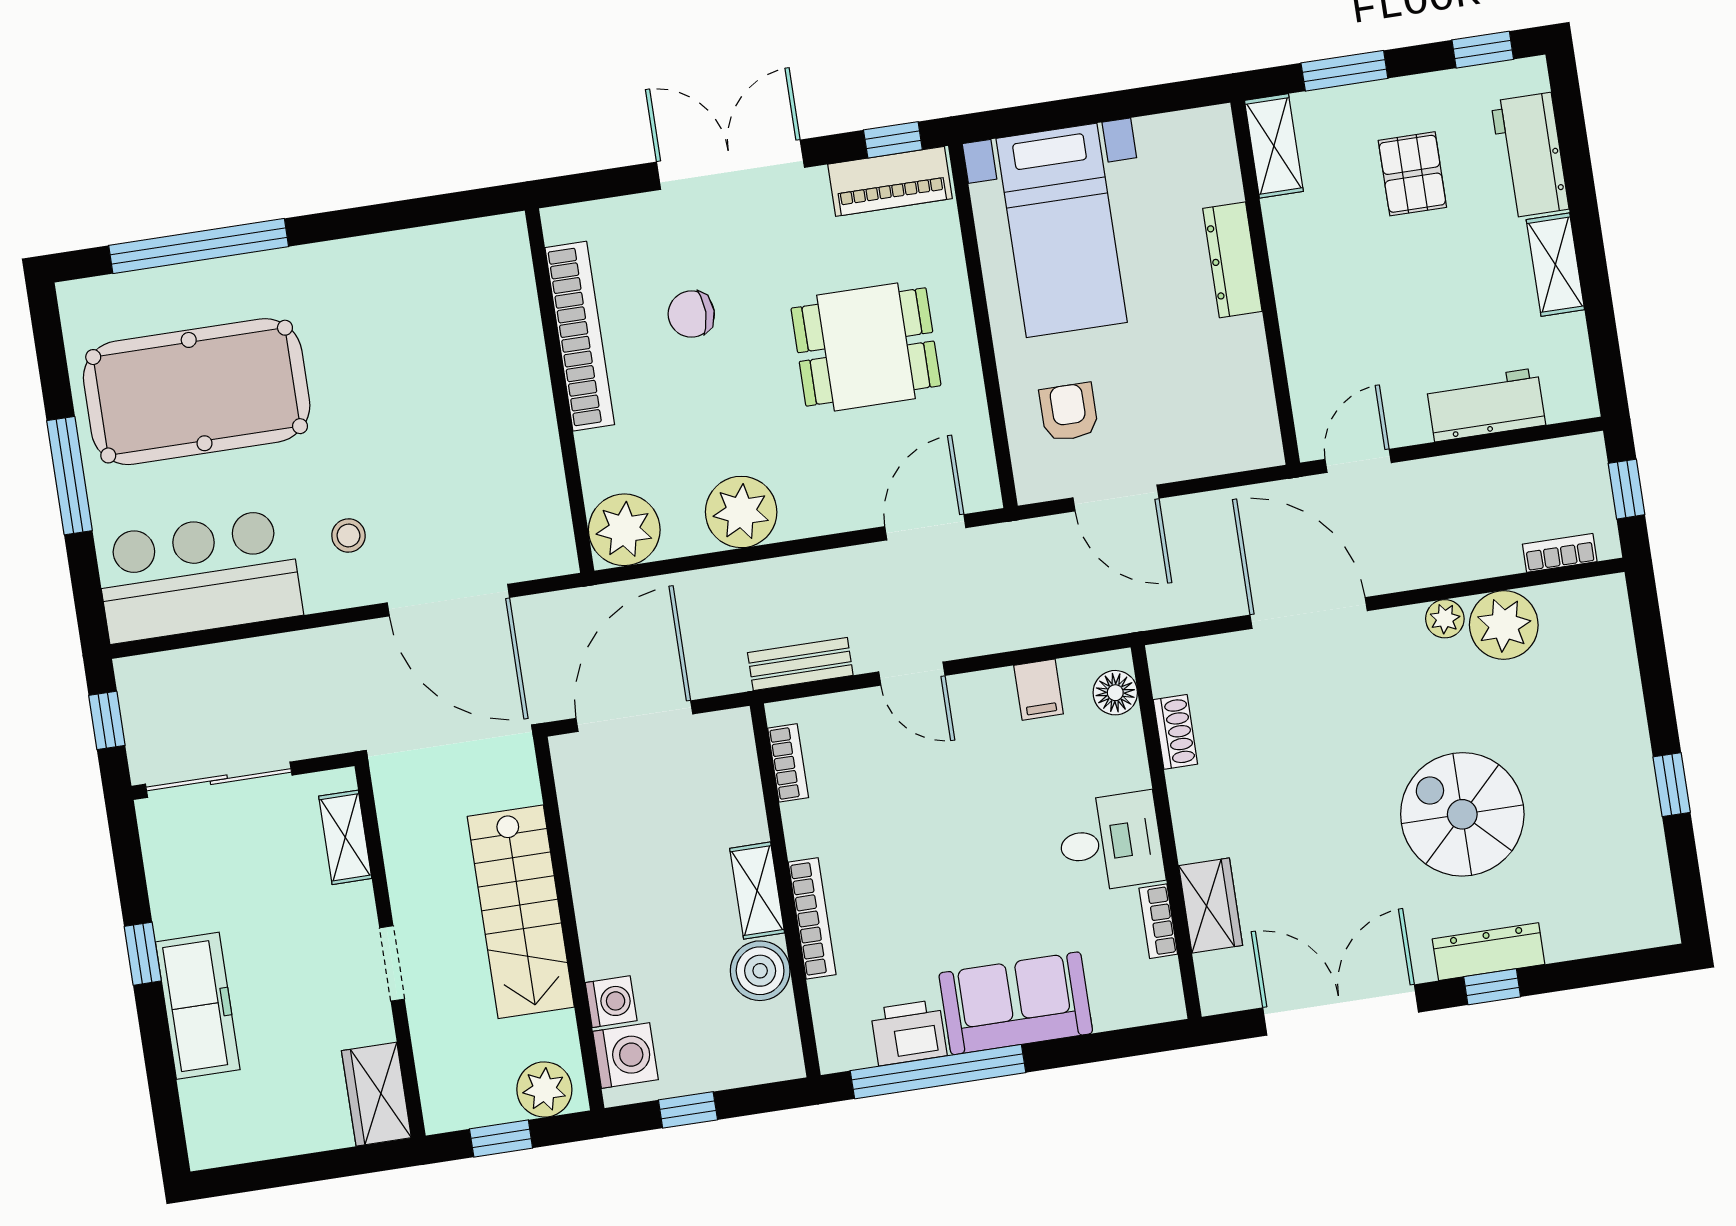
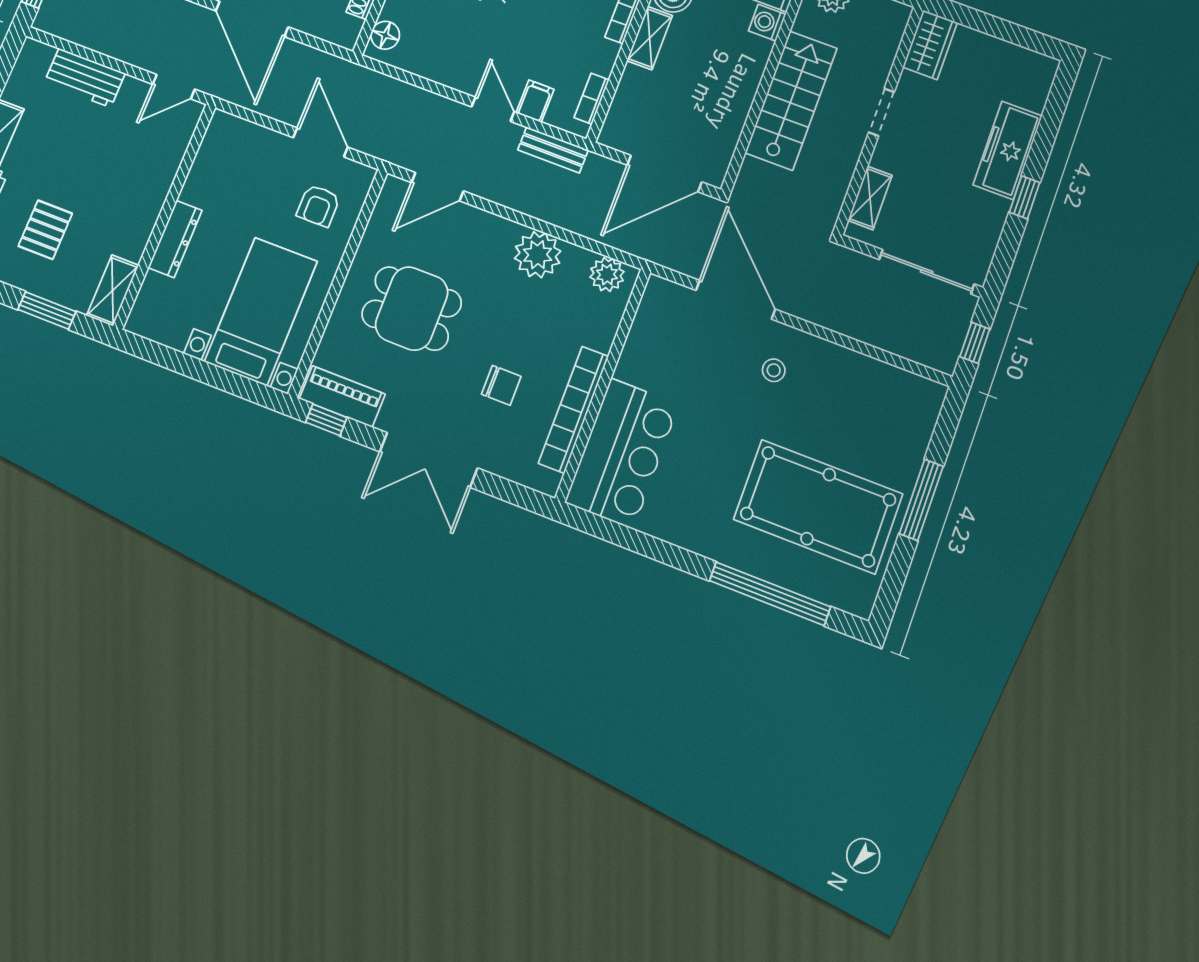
plant: (624, 530) -> (607, 274), width x0.73, depth x0.73
bar counter: (199, 576) -> (622, 453), moved, turned -90
filing cabinet: (1039, 690) -> (535, 101), moved

